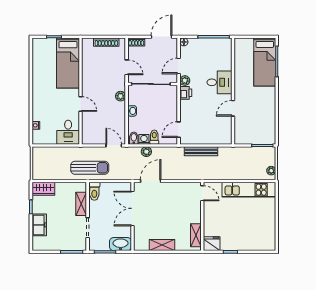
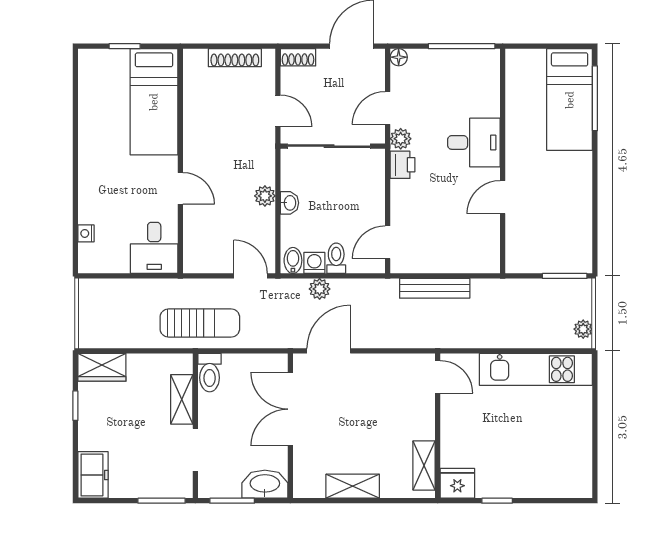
plant: (121, 96) -> (265, 196), moved
freezer: (39, 225) -> (93, 475), moved

